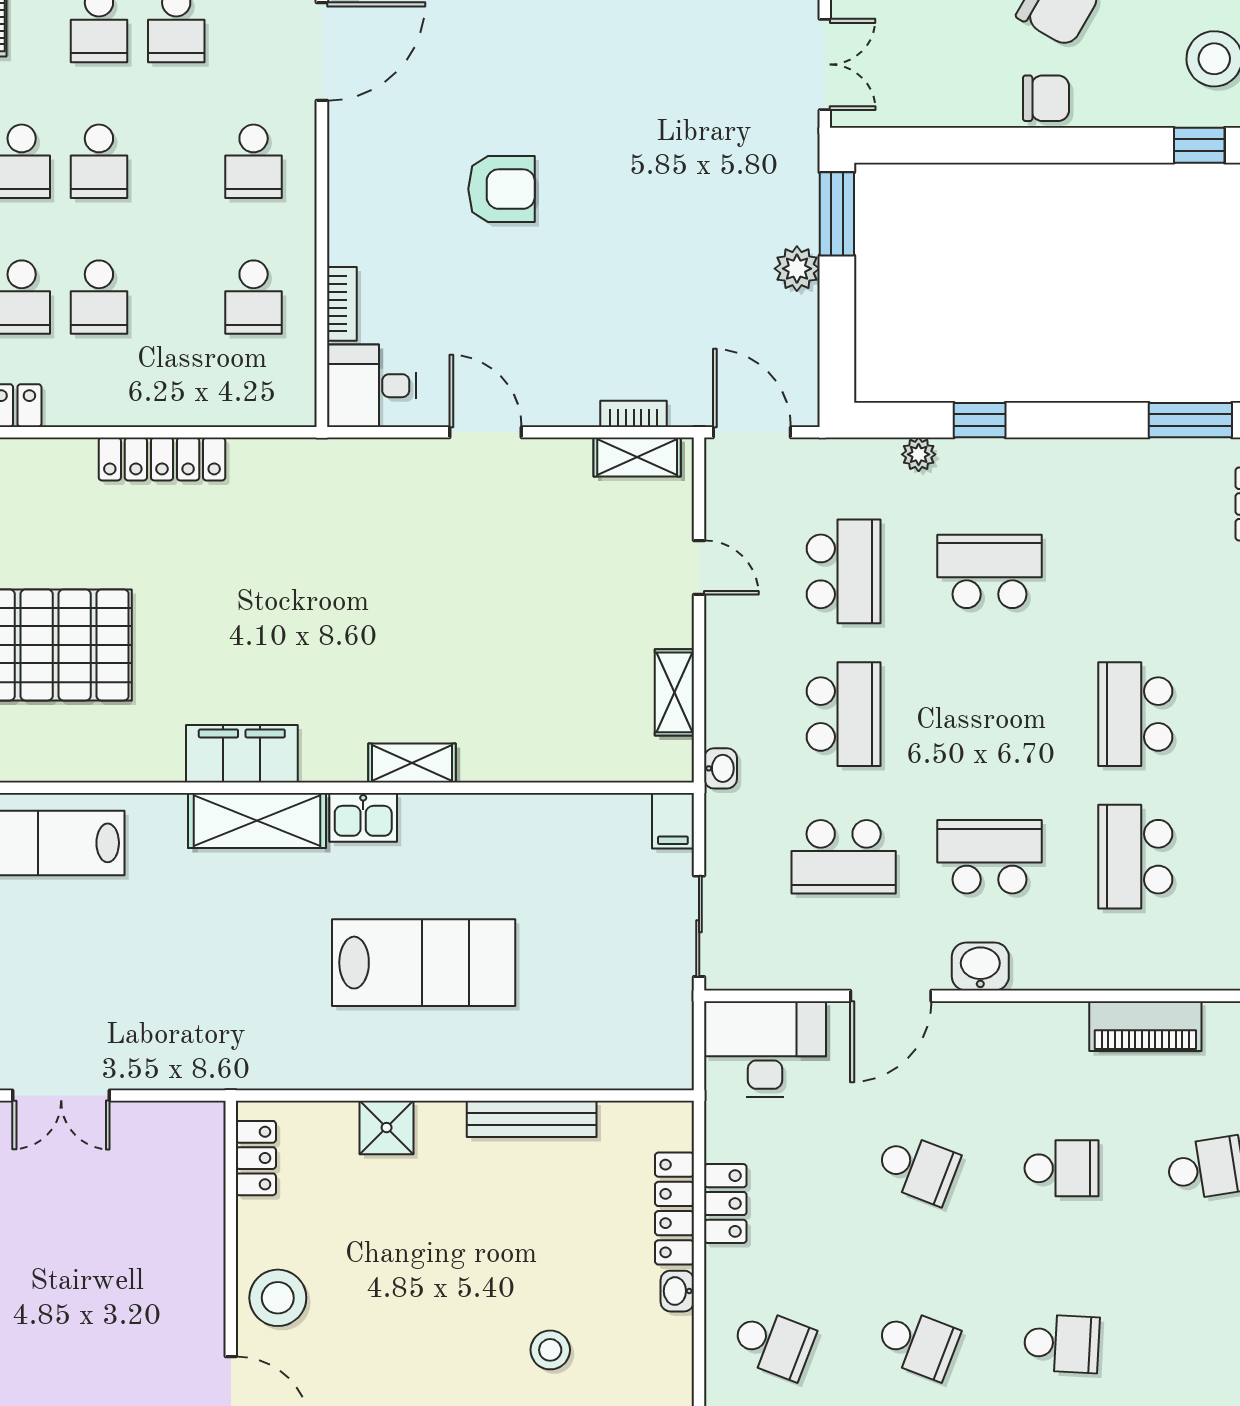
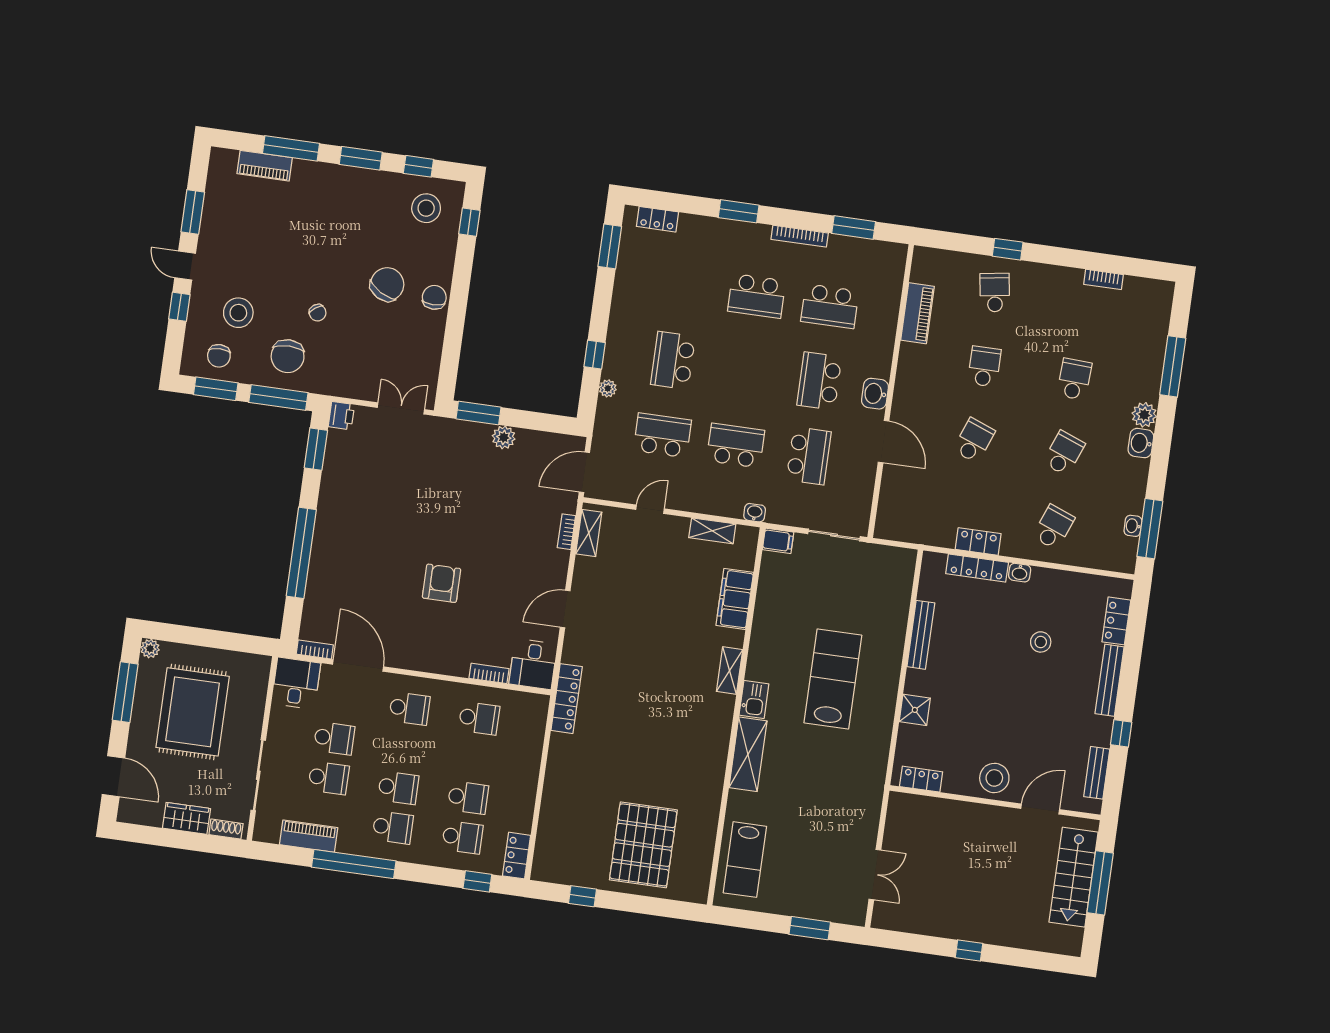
locker: (162, 459) -> (567, 699), moved
filing cabinet: (242, 754) -> (735, 599), moved
desk: (765, 1049) -> (902, 510), removed

